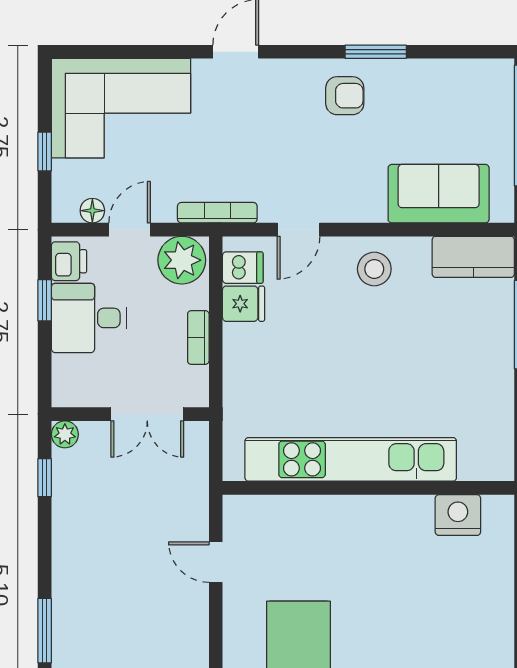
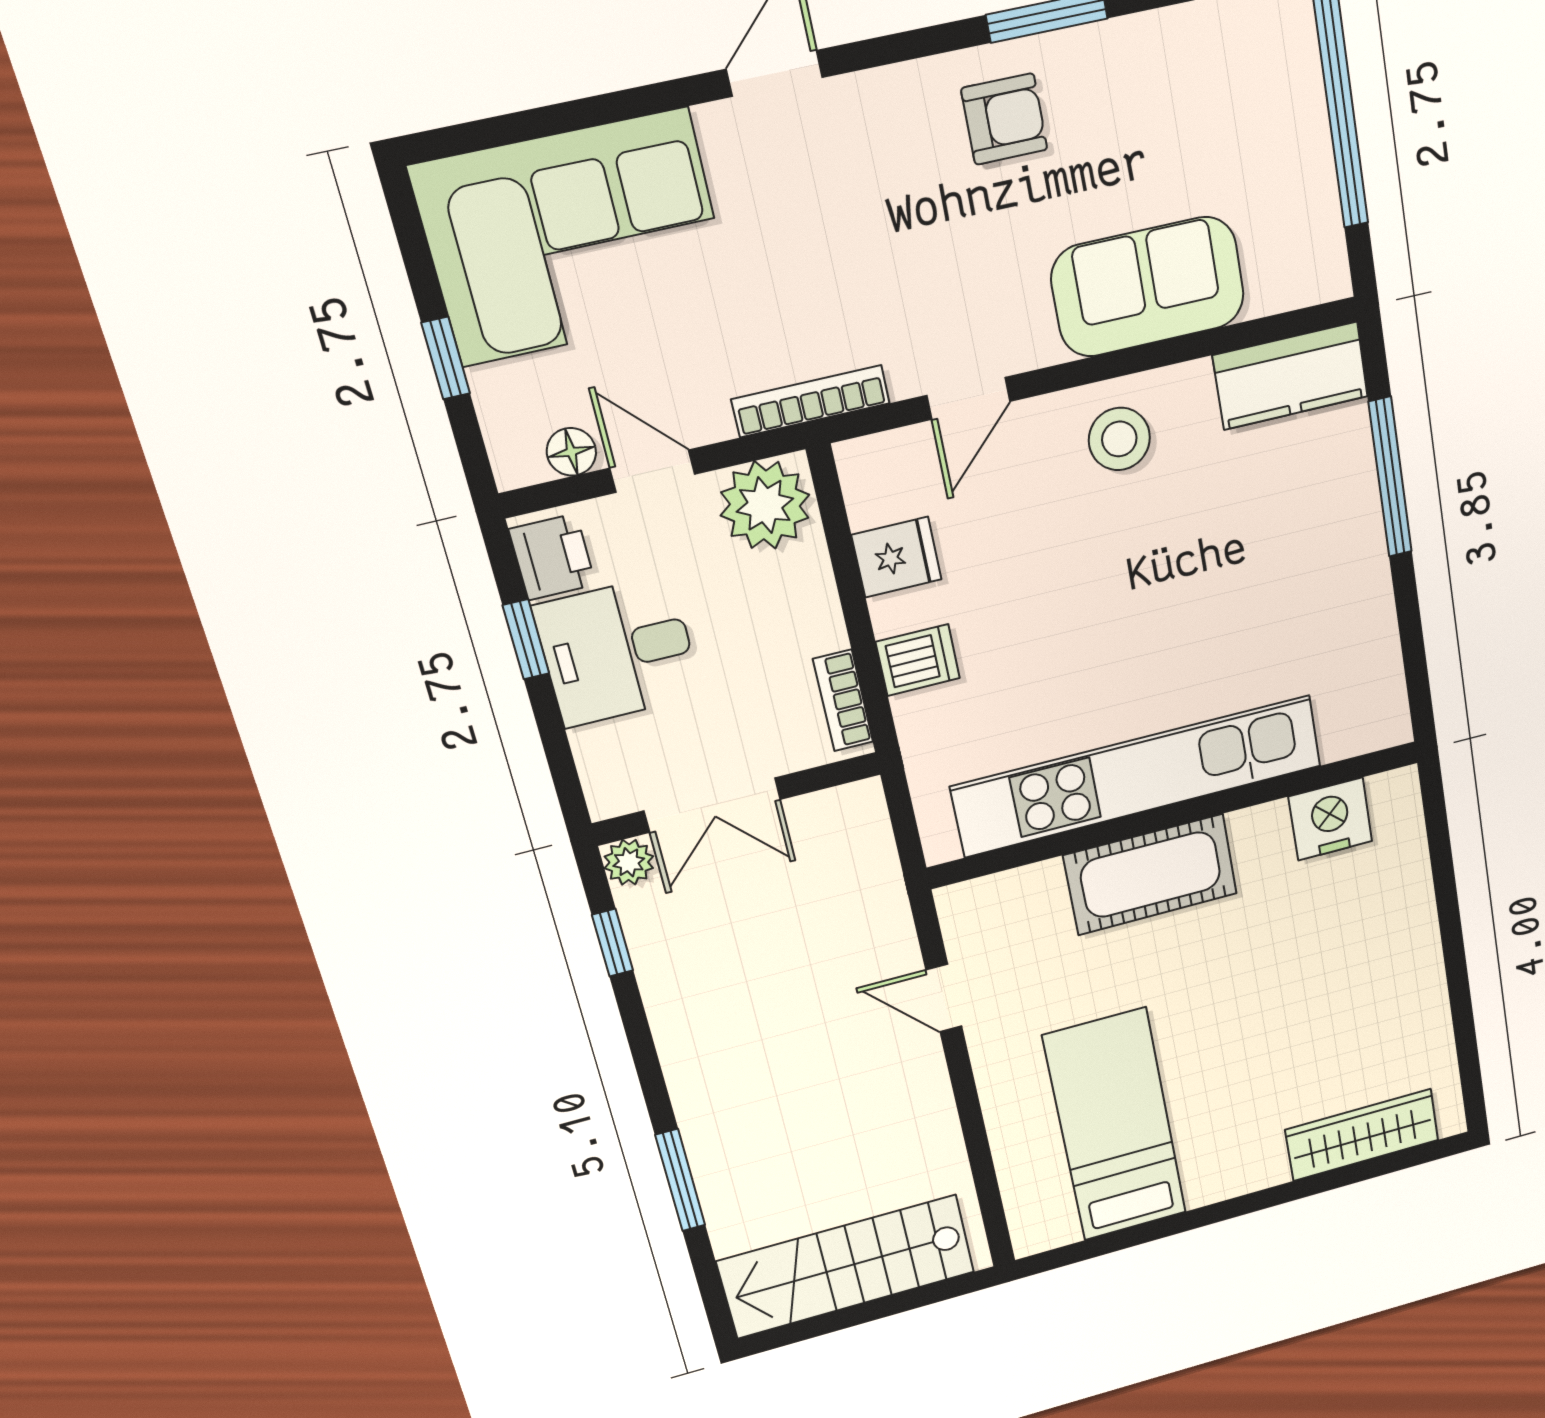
sofa: (439, 194) -> (1148, 287), moved
door: (130, 230) -> (652, 471), hinge flipped
dishwasher: (243, 268) -> (918, 660), moved
bookcase: (198, 337) -> (843, 700), moved
double door: (147, 414) -> (712, 805), moved
cot: (348, 520) -> (1151, 875), added

